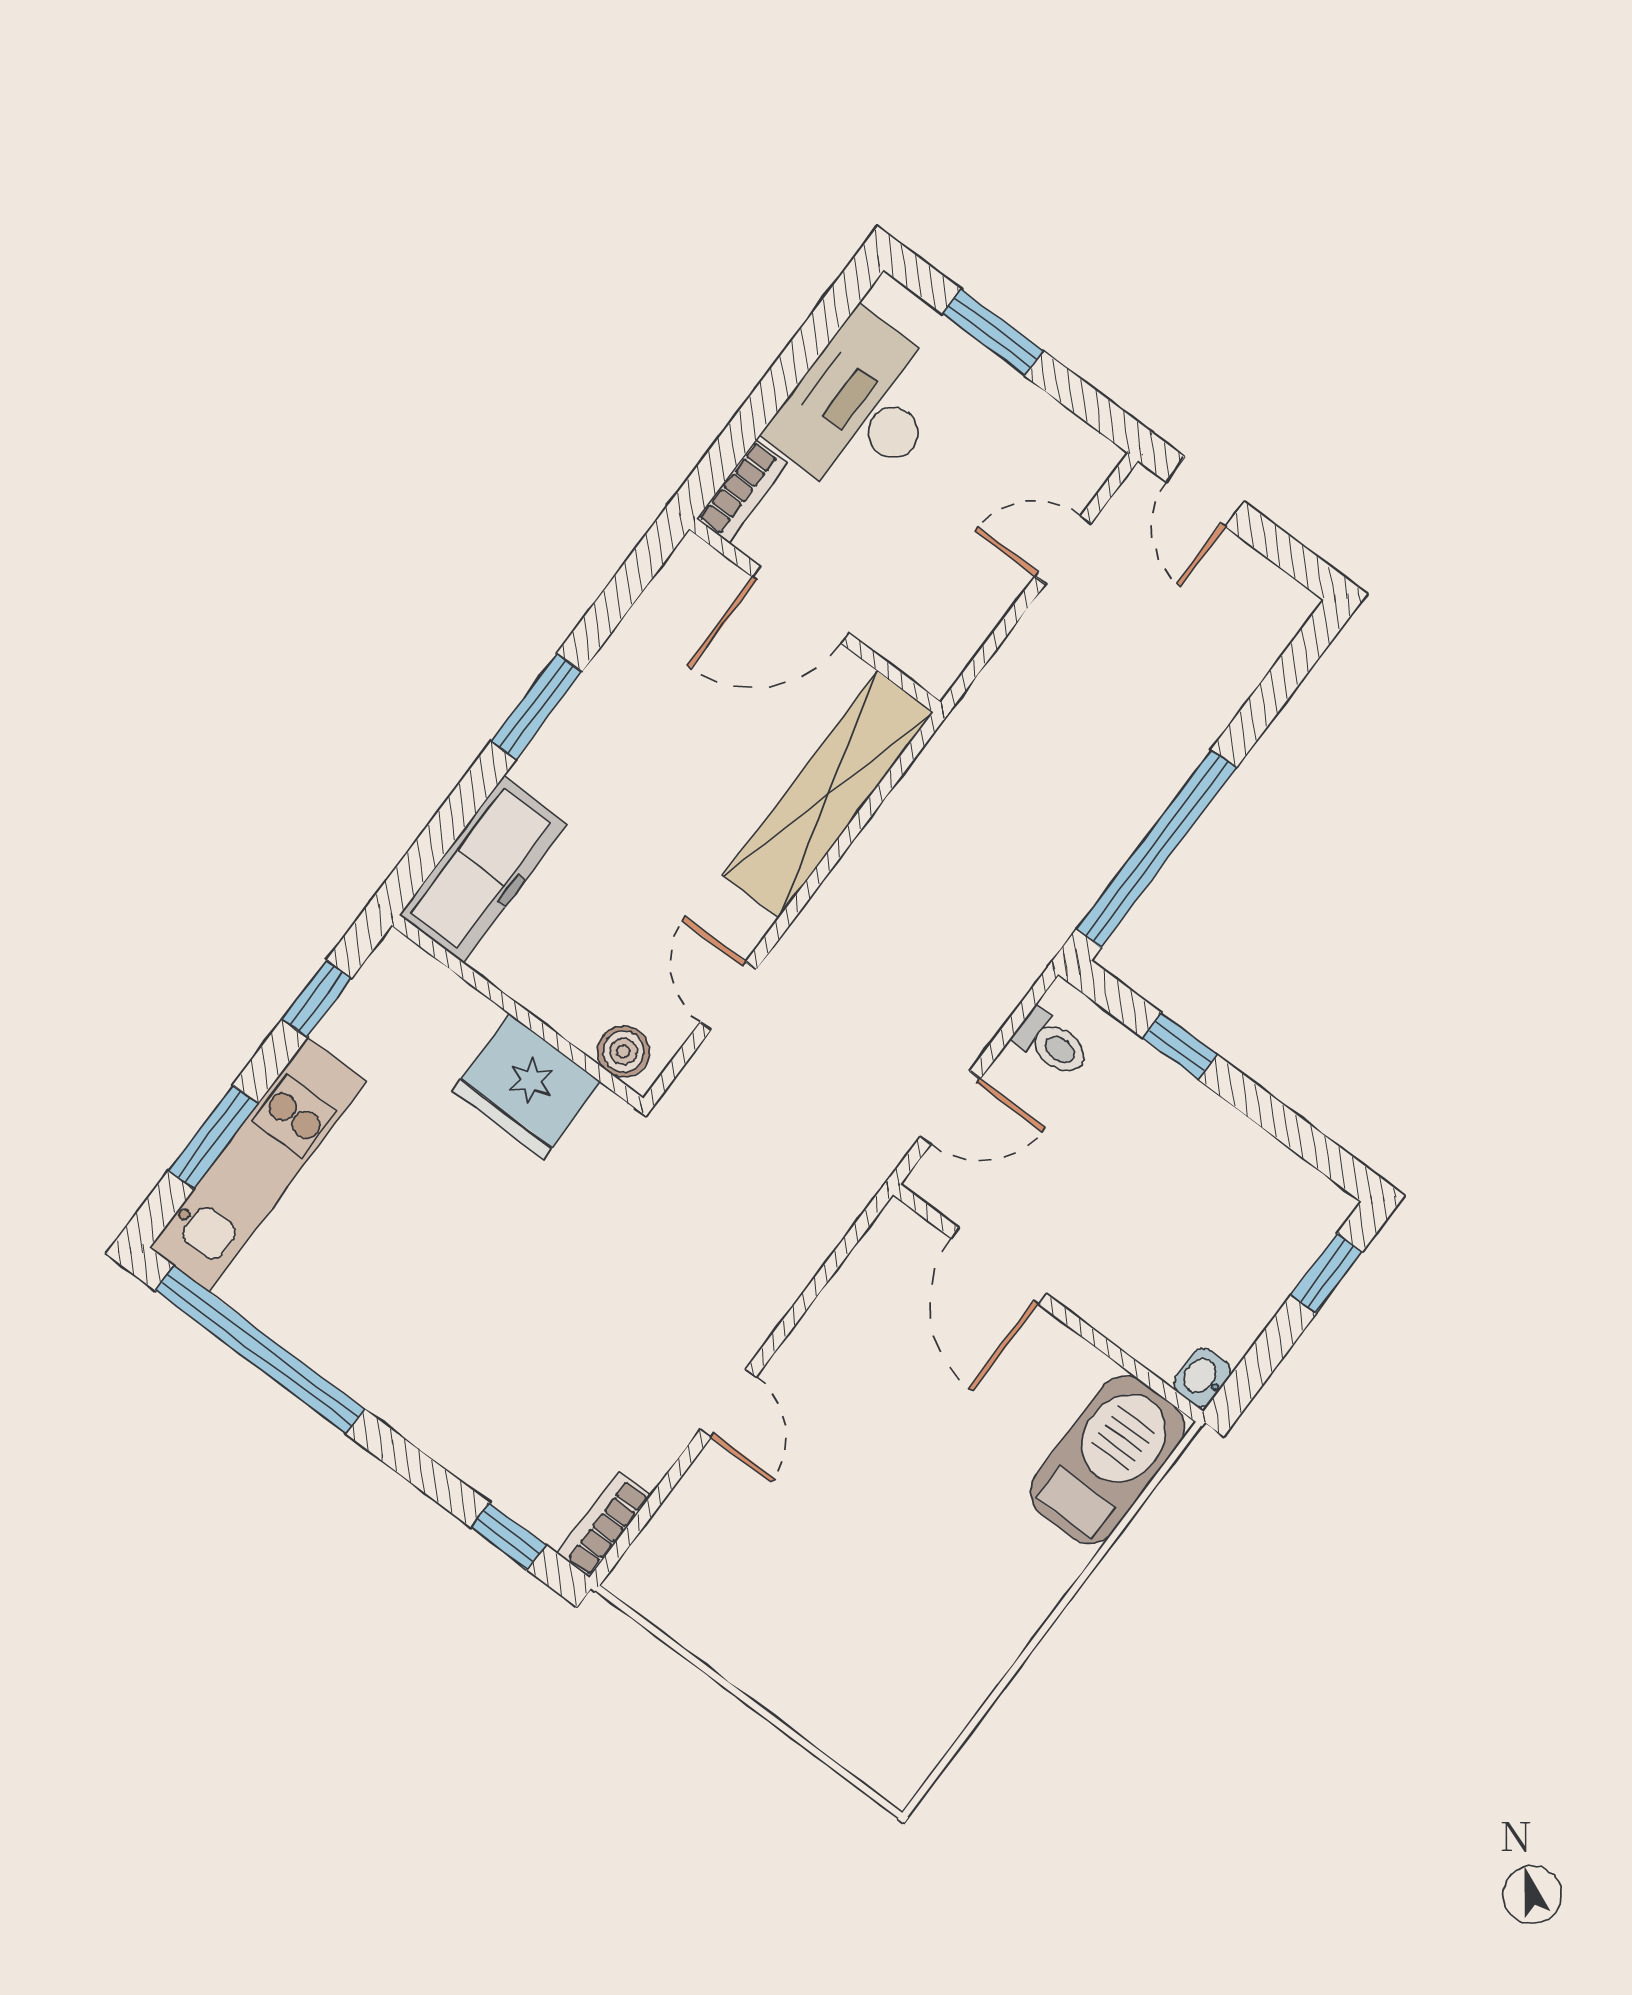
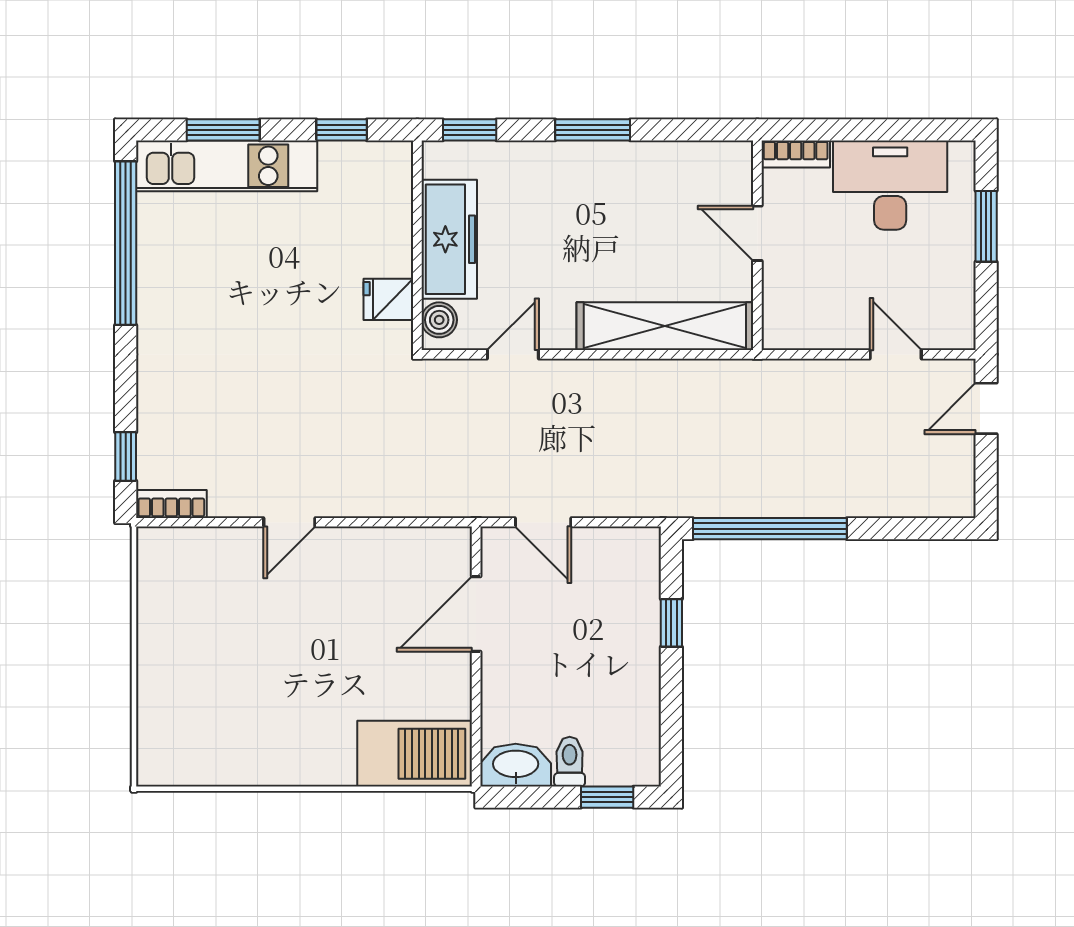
door: (801, 605) -> (757, 233), width x0.73
window: (429, 850) -> (470, 130), added
freezer: (483, 870) -> (449, 239), moved, turned -90
toilet: (1052, 1043) -> (570, 762), moved, turned 180
fridge: (527, 1086) -> (388, 299), width x0.53, depth x0.75
washbasin: (1202, 1378) -> (516, 765), width x1.91, depth x1.45

